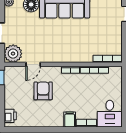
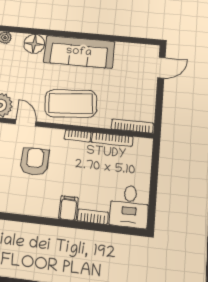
coffee table: (63, 47) -> (71, 103), added
door: (33, 64) -> (26, 123), swing flipped

